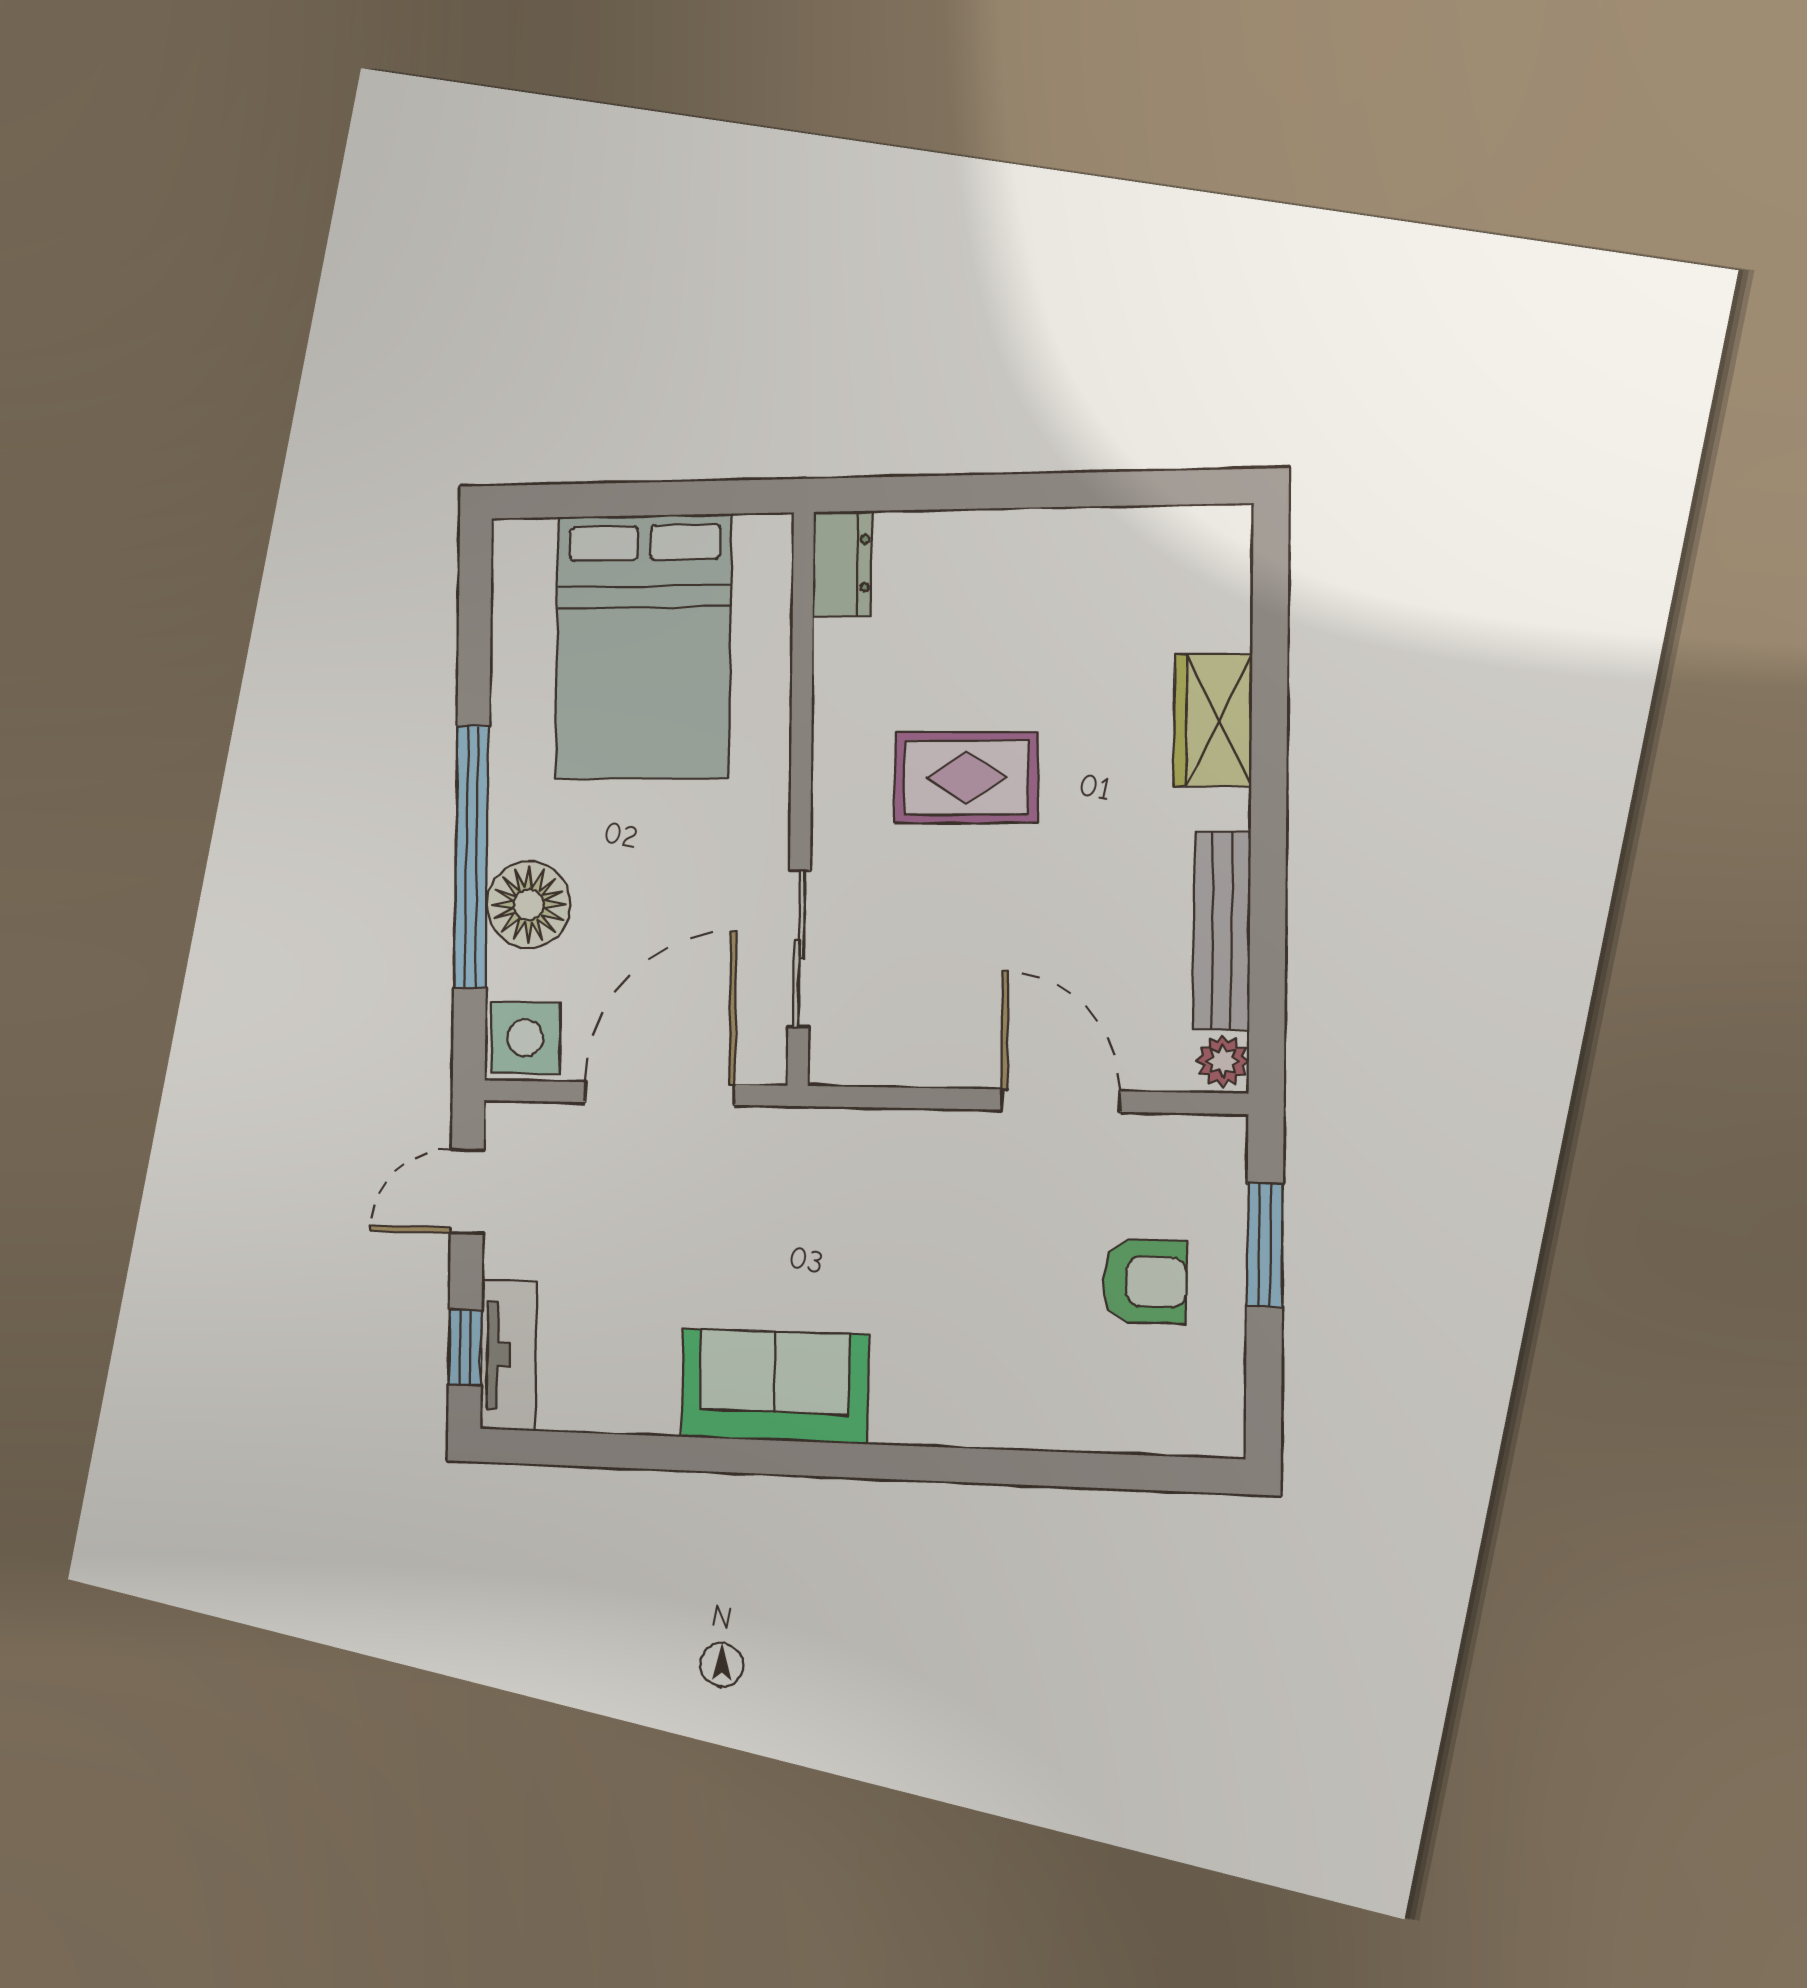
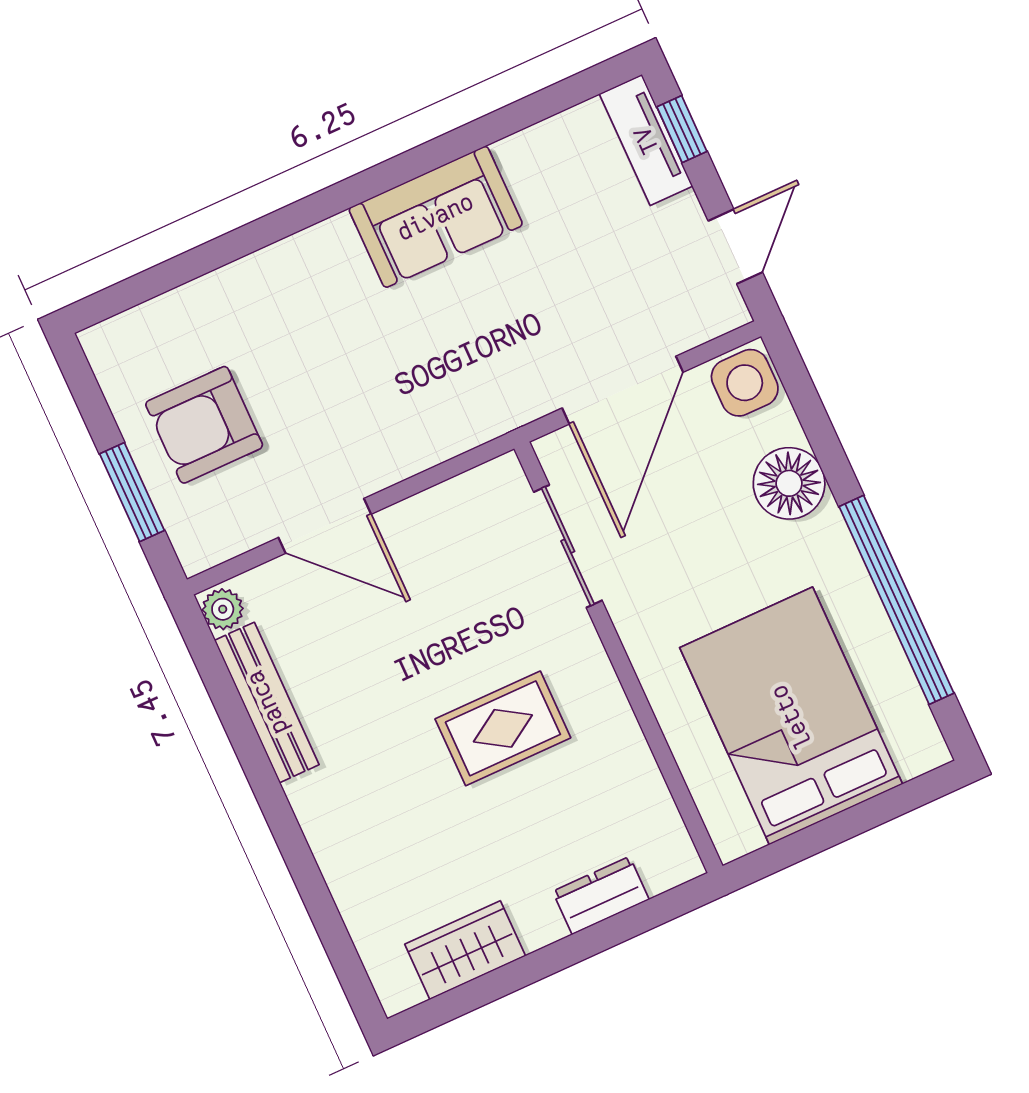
dresser: (842, 563) -> (601, 895), moved, turned 90
wardrobe: (1213, 720) -> (465, 950), moved, turned -90
window: (472, 857) -> (896, 600), moved
armchair: (1145, 1281) -> (204, 425), width x1.38, depth x1.38

